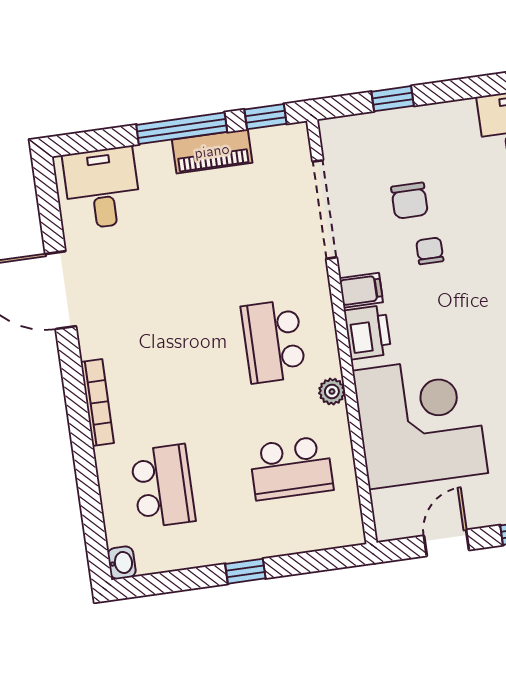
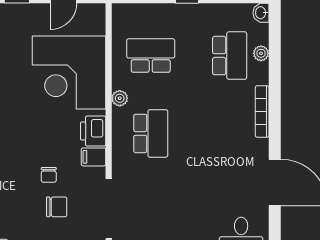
chair: (409, 201) -> (57, 207), turned 90
school desk: (163, 486) -> (230, 56), turned 180
plant: (112, 497) -> (261, 53), added

